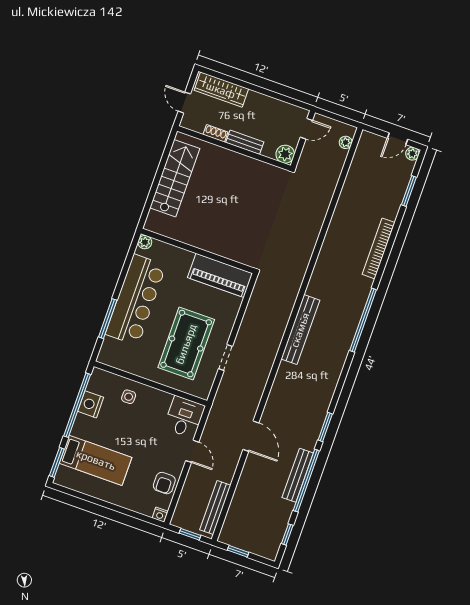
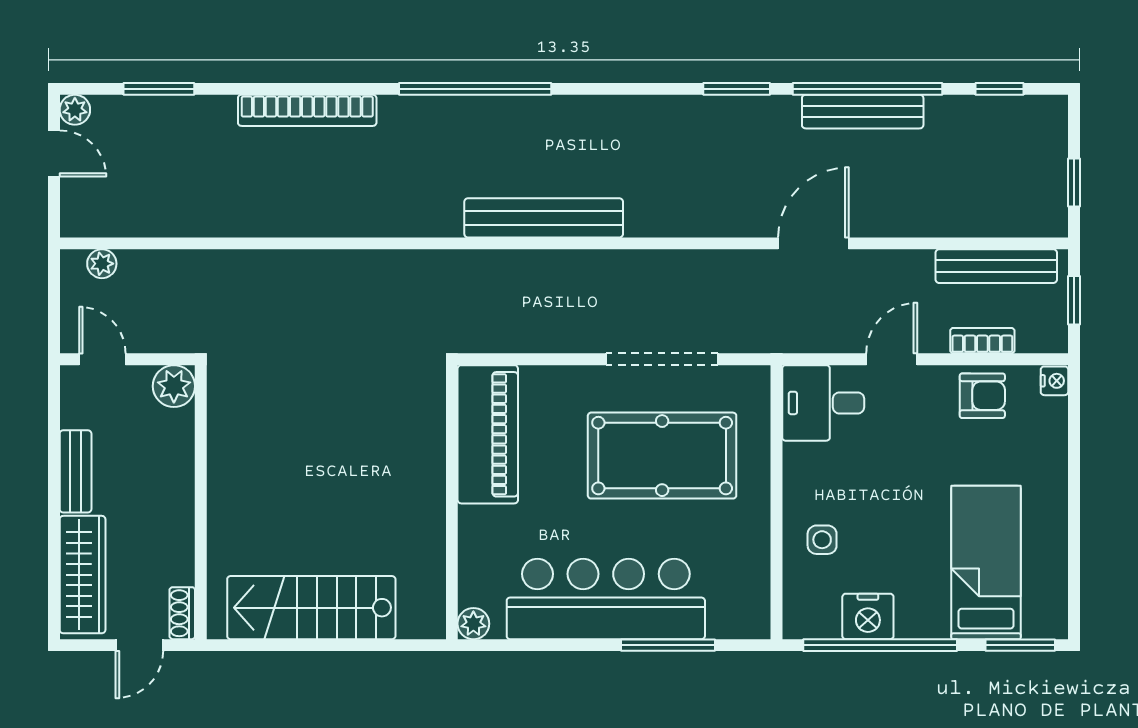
shoe rack: (215, 133) -> (182, 613), moved
bench: (245, 142) -> (76, 471), moved
doorway: (226, 357) -> (662, 359), width x1.88
bookcase: (187, 491) -> (982, 341), added

